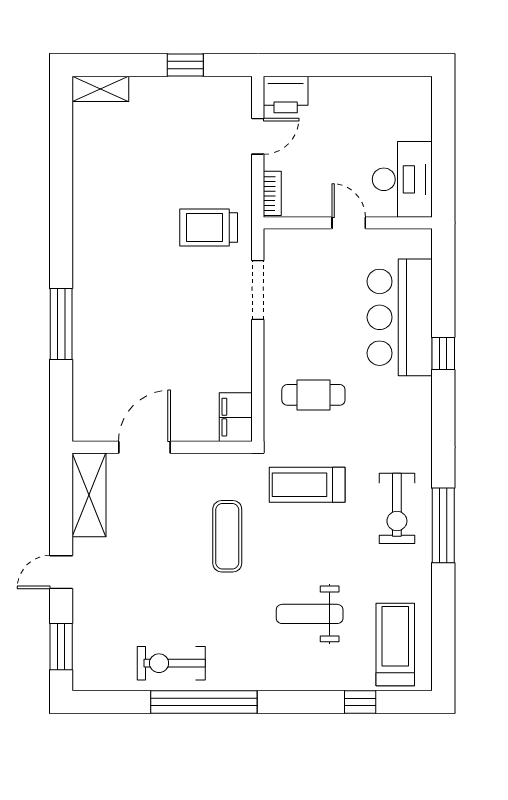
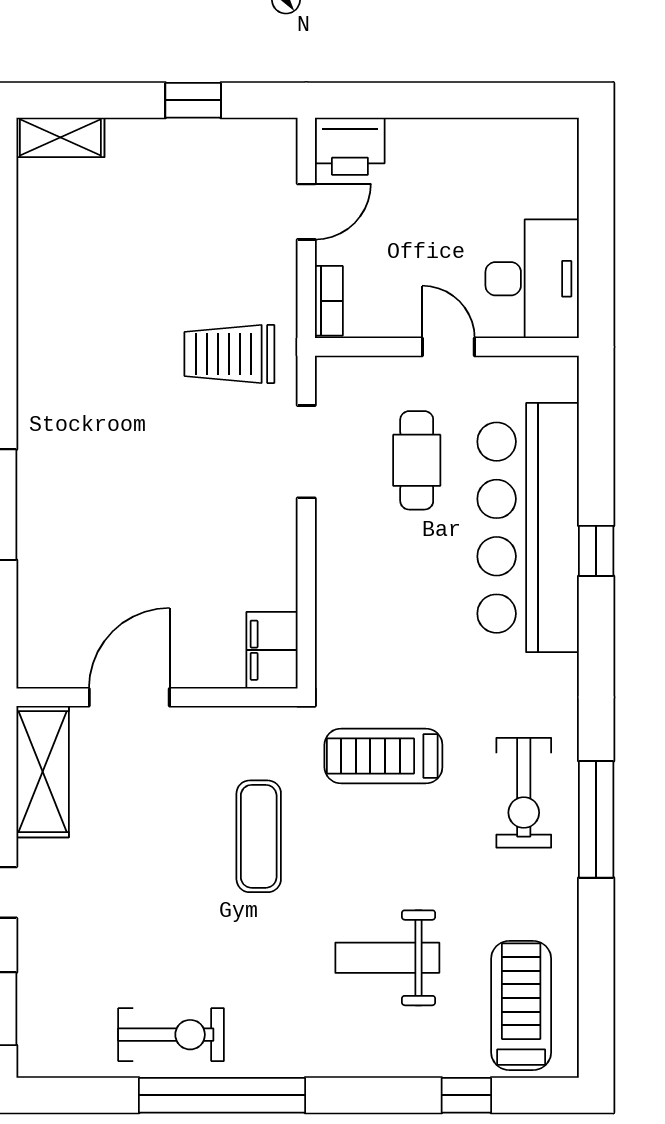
bar counter: (400, 317) -> (528, 528), width x1.36
cafe table: (313, 395) -> (417, 460), moved, turned 90
exercise bike: (171, 663) -> (171, 1035), turned 180

